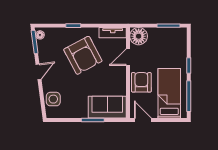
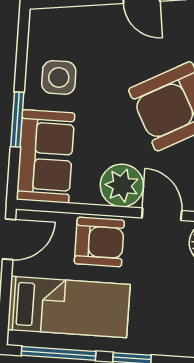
plant: (117, 75) -> (122, 185), added
side table: (53, 99) -> (59, 77), moved

